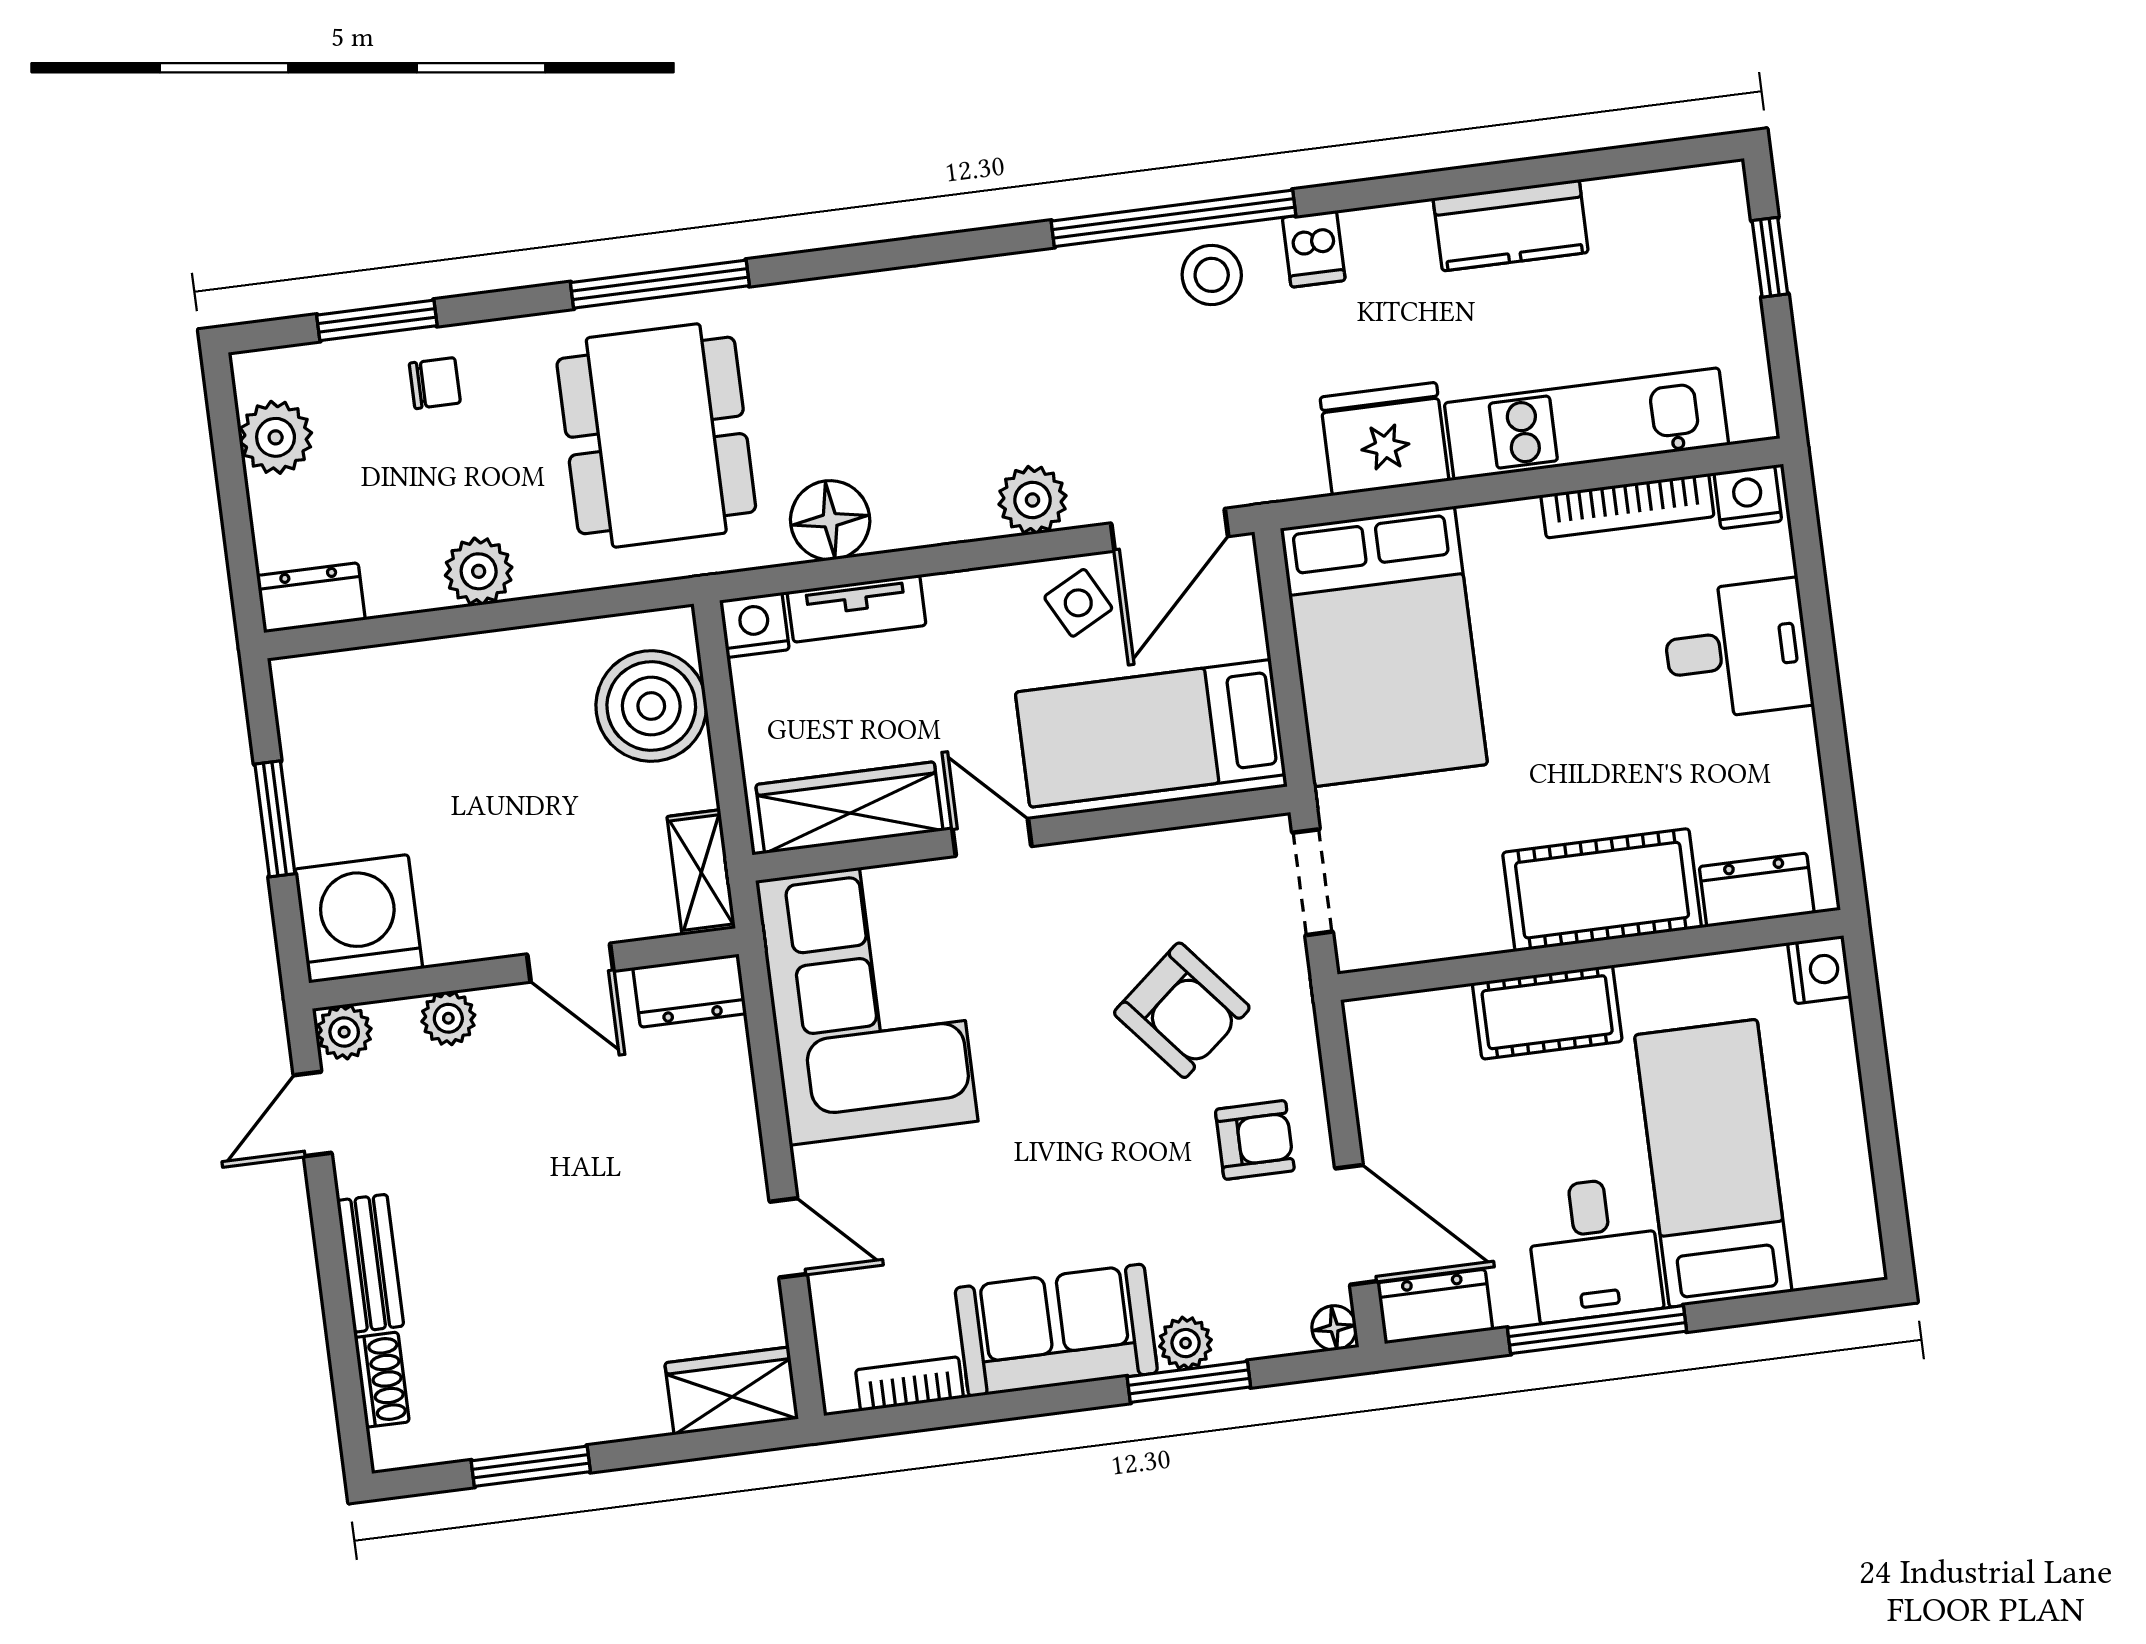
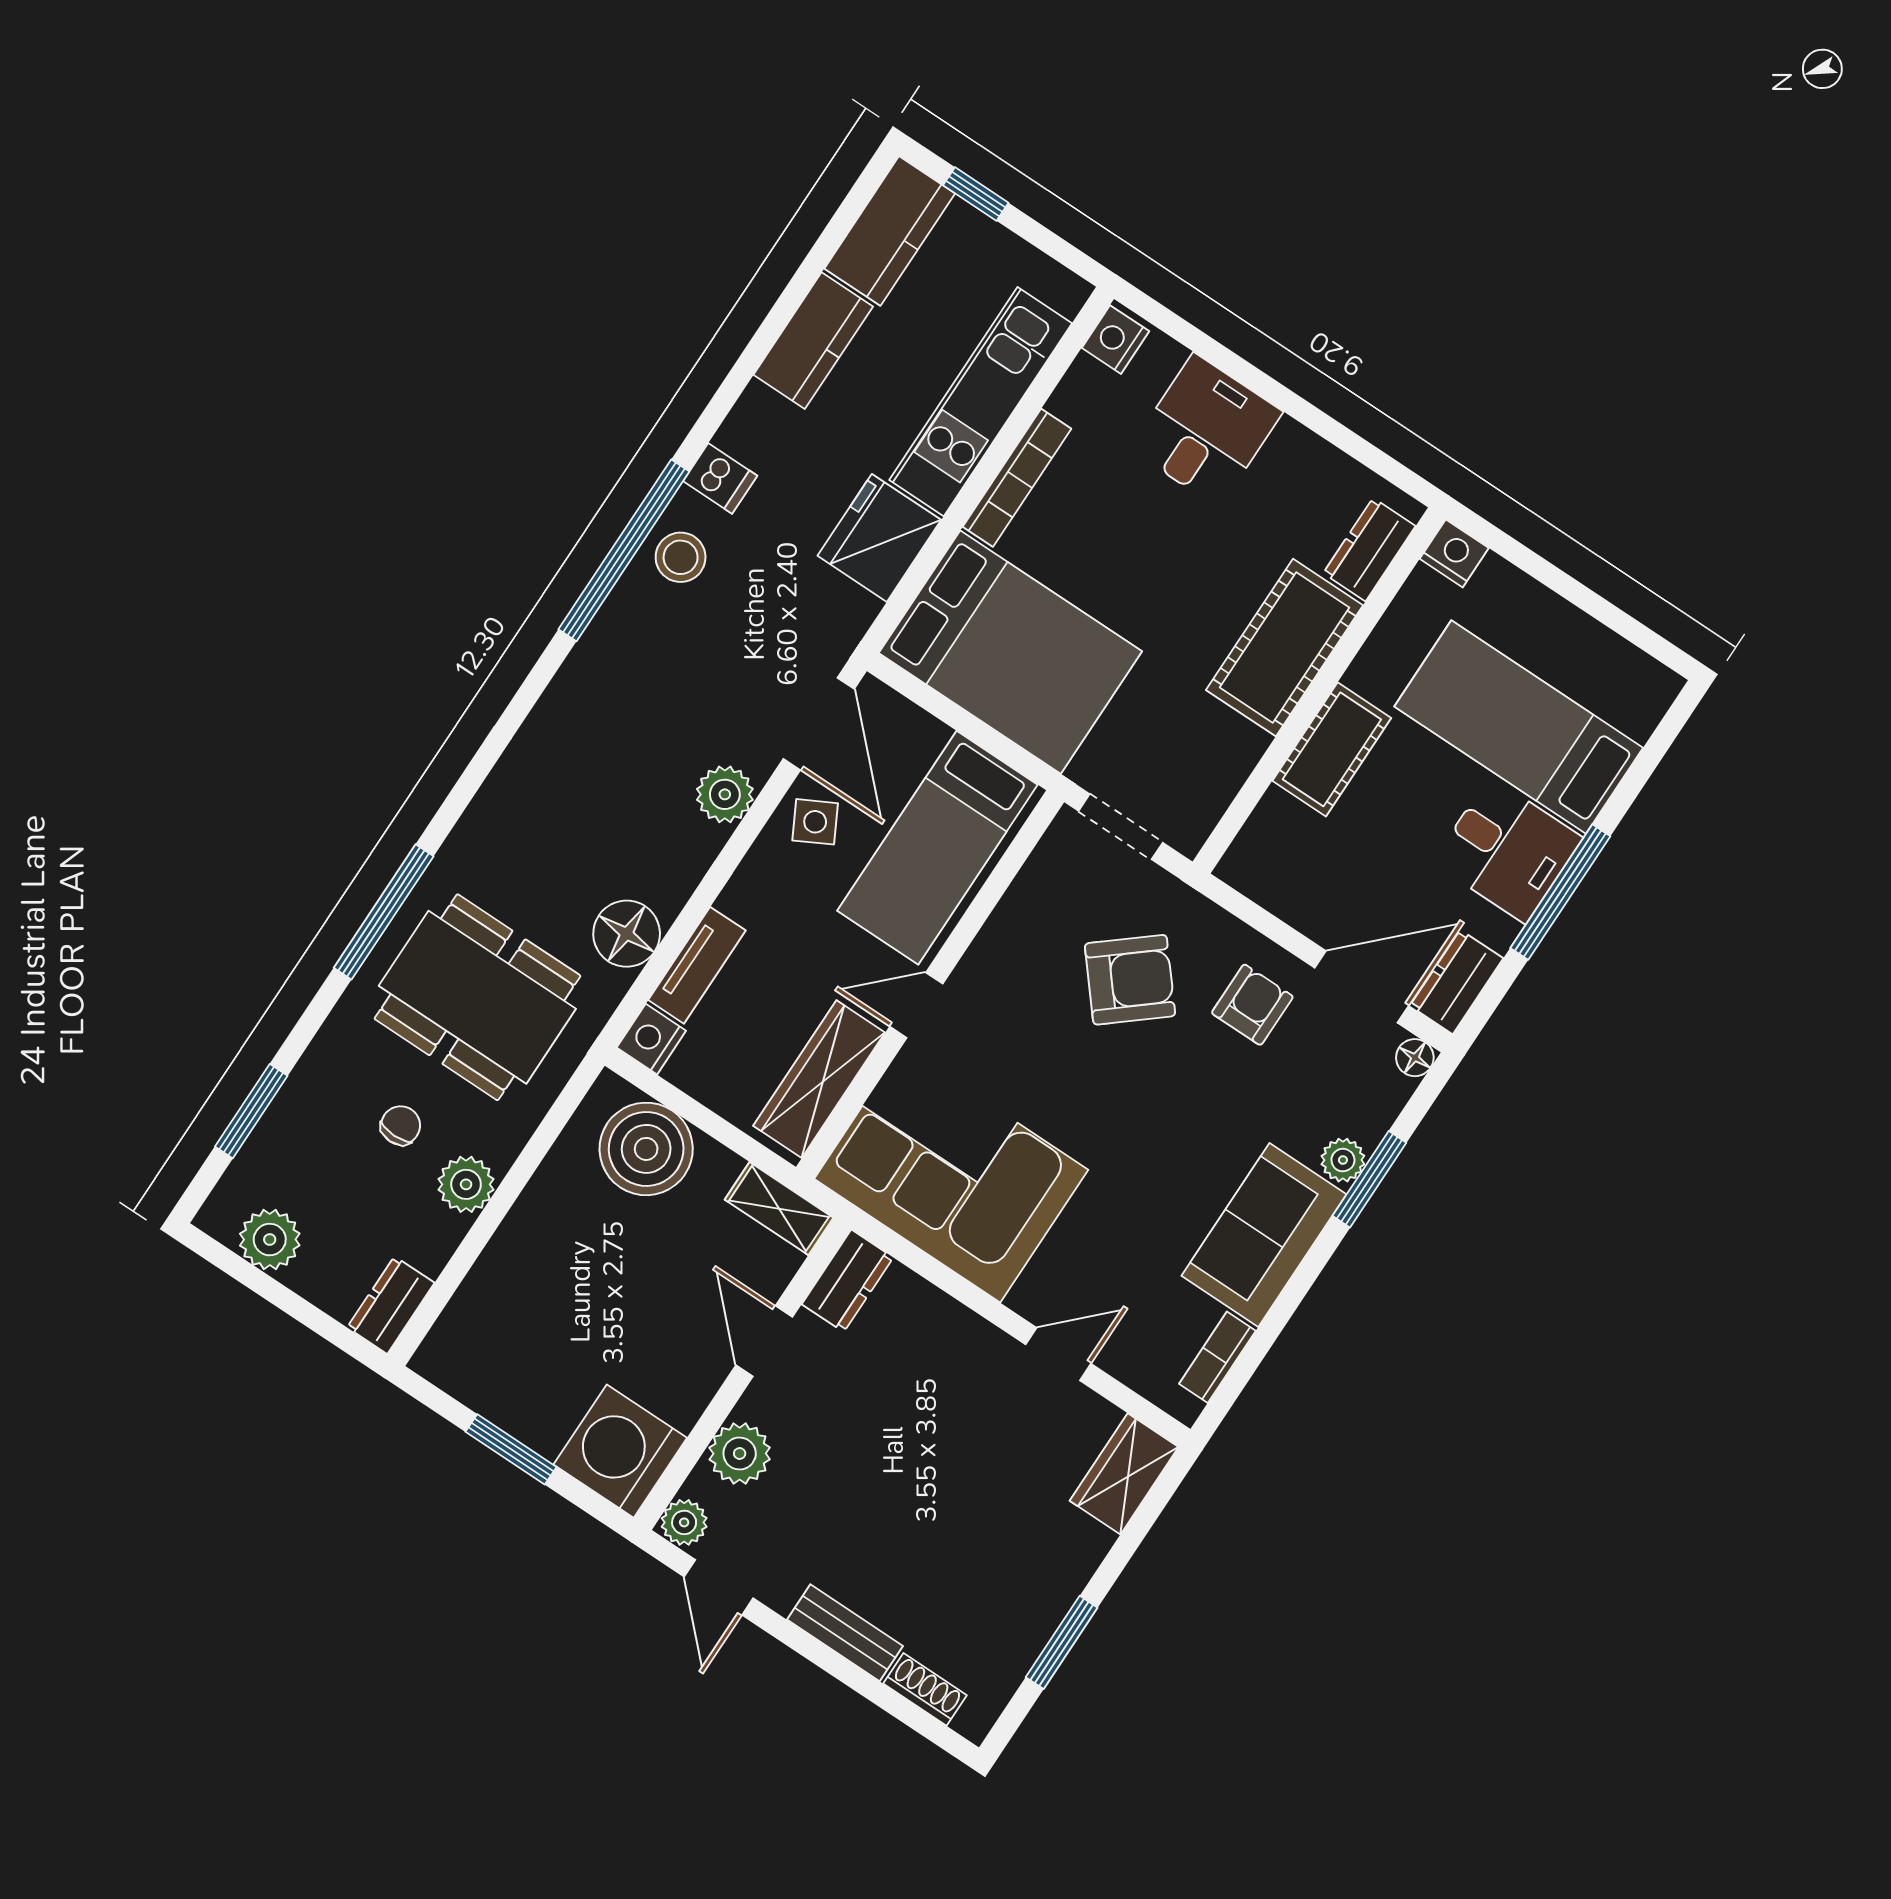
kitchen counter: (1669, 208) -> (890, 231), added
chair: (435, 383) -> (401, 1125), moved
bookcase: (1627, 506) -> (1017, 478), moved
door: (570, 963) -> (764, 1341), swing flipped
plant: (448, 1018) -> (740, 1454), width x1.38, depth x1.38

